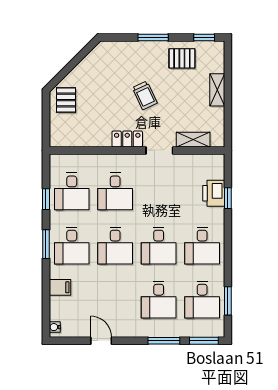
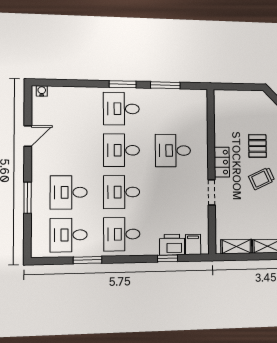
pallet: (66, 100) -> (257, 146), moved, turned 90
shelving: (193, 140) -> (236, 247), moved, turned 90
desk: (72, 191) -> (173, 110), removed
window: (46, 199) -> (165, 85), width x1.50
filing cabinet: (60, 287) -> (193, 244), moved, turned 180
window: (228, 301) -> (88, 260), moved
window: (204, 341) -> (27, 237), removed

